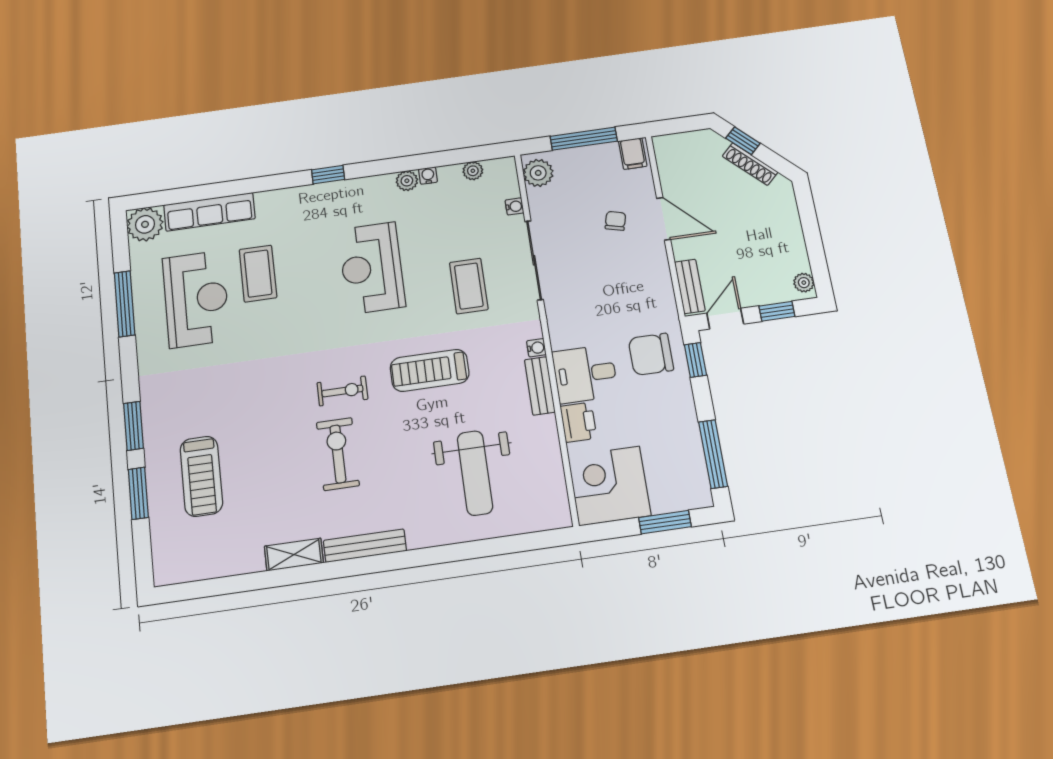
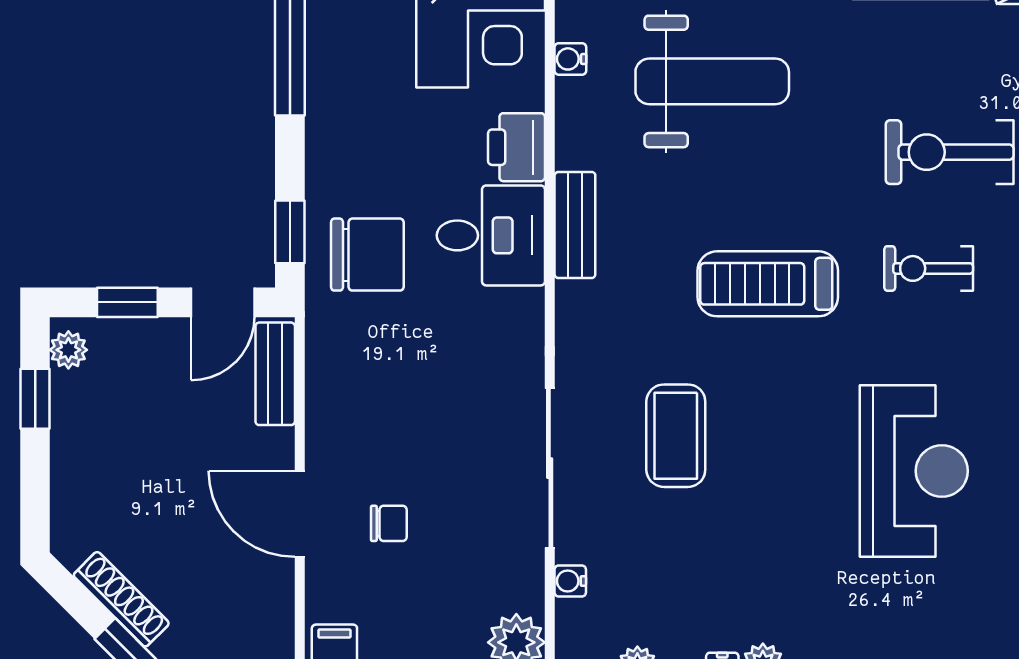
chair: (615, 221) -> (389, 523), turned -105
window: (817, 256) -> (35, 399), added
reception desk: (372, 268) -> (914, 471), moved
water cooler: (536, 348) -> (570, 59), moved
treadmill: (430, 370) -> (768, 284), turned 180
exercise bike: (338, 454) -> (950, 152), turned 90
weight bench: (475, 473) -> (712, 81), turned 90

